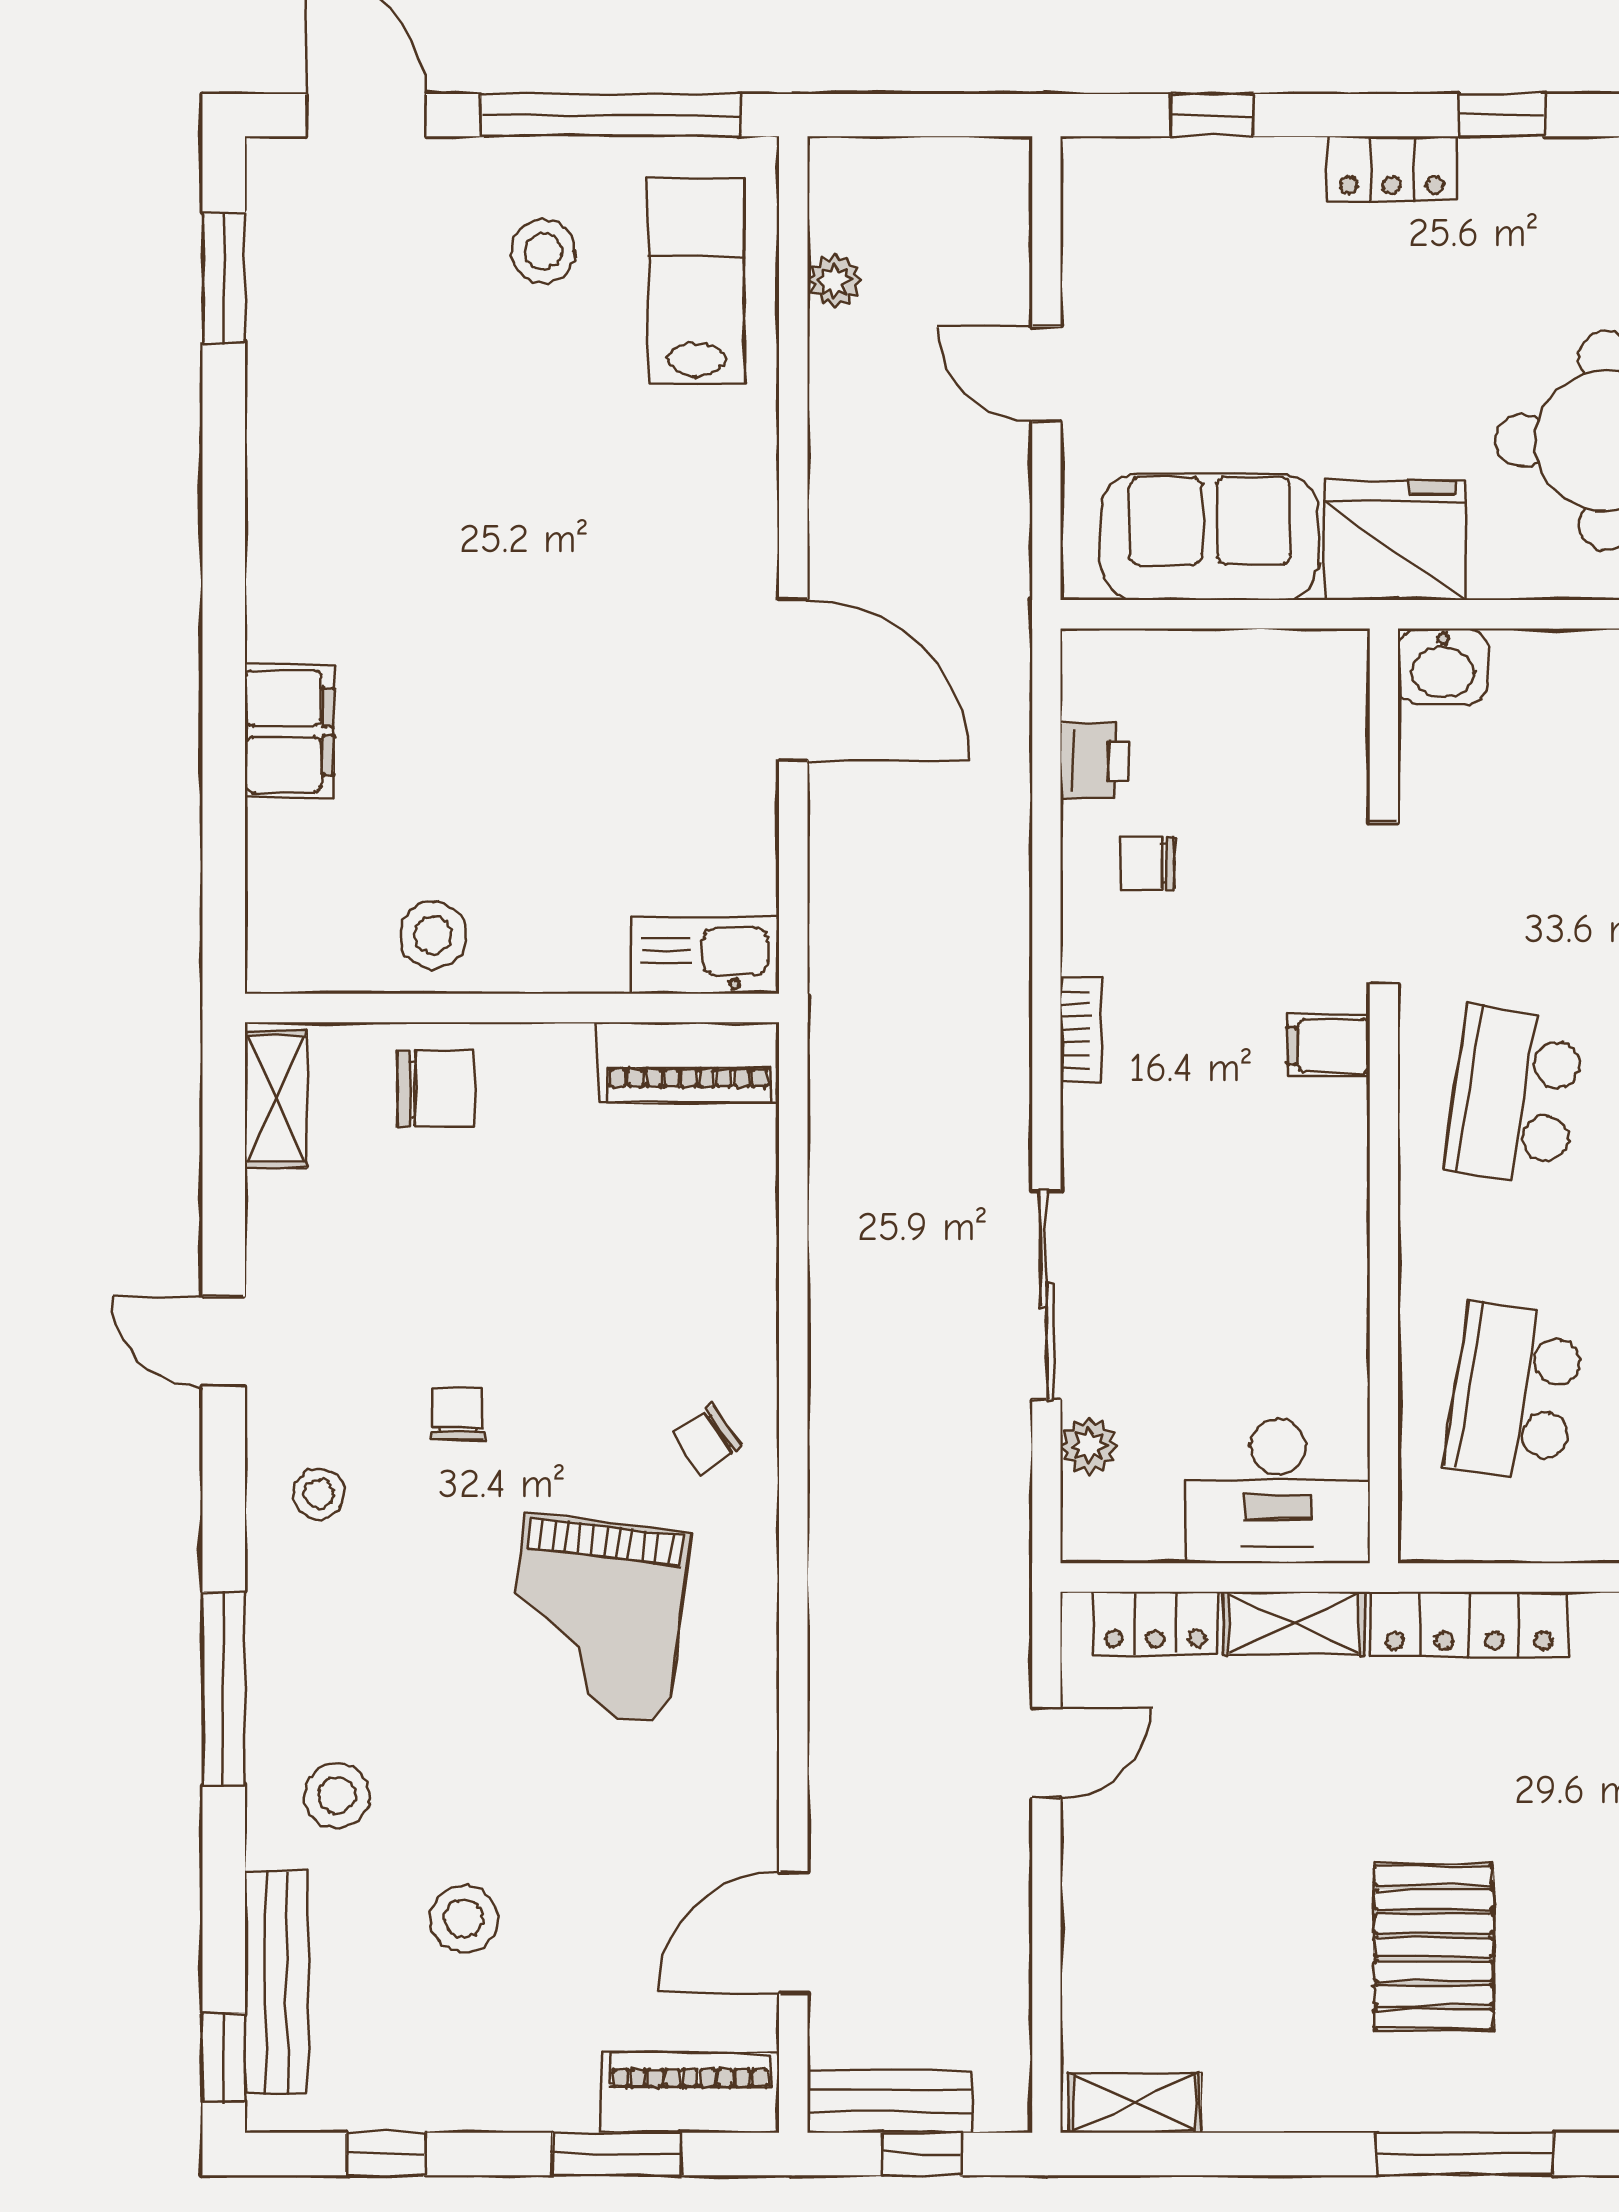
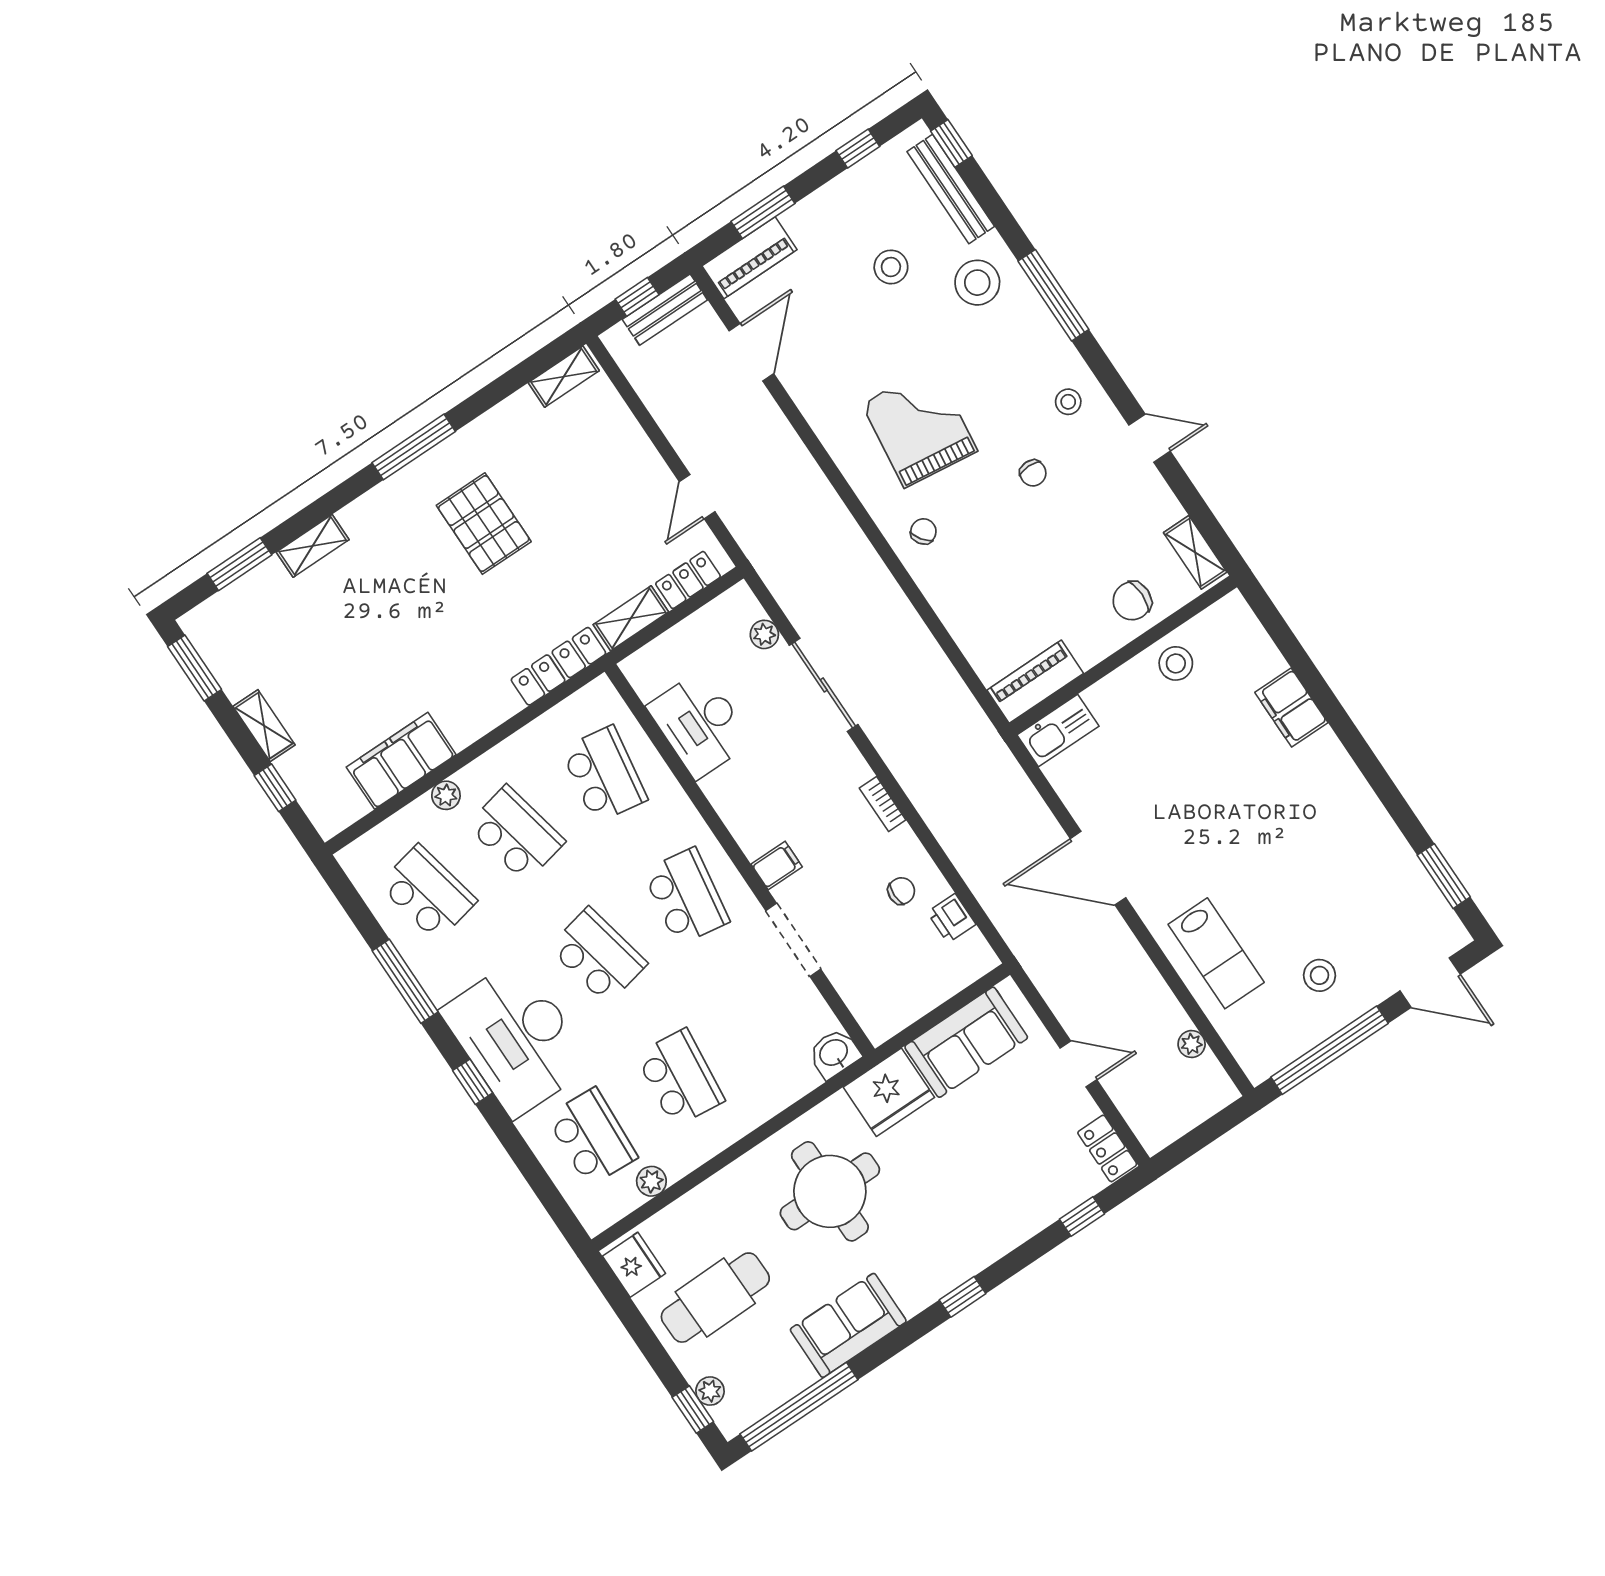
locker: (1392, 169) -> (1107, 1148), moved, turned -90
lab bench: (696, 281) -> (1216, 953), moved
desk: (1278, 1491) -> (700, 724), moved, turned -90
stool: (337, 1795) -> (977, 283), width x1.38, depth x1.38

